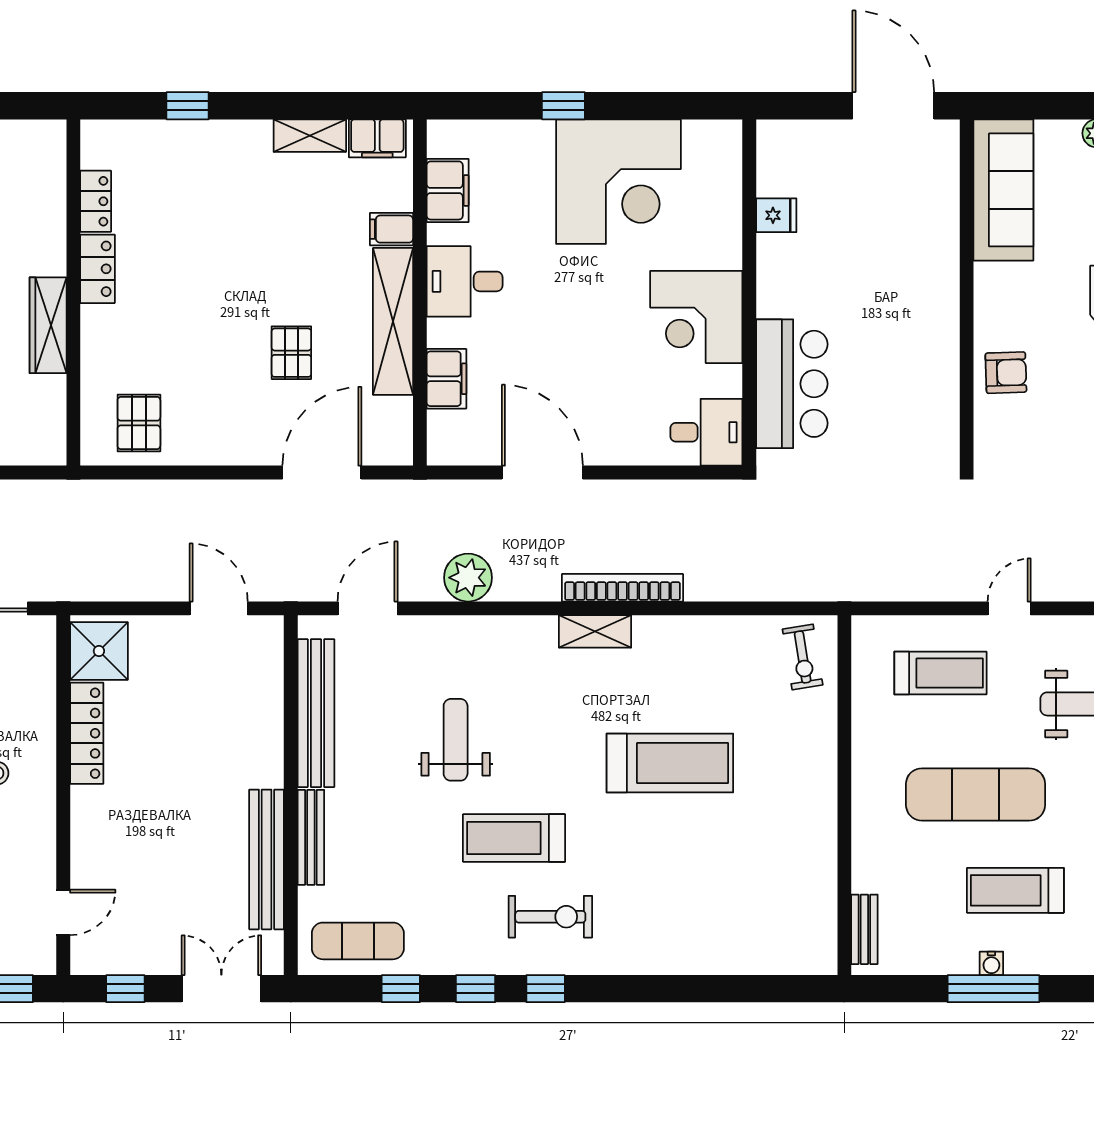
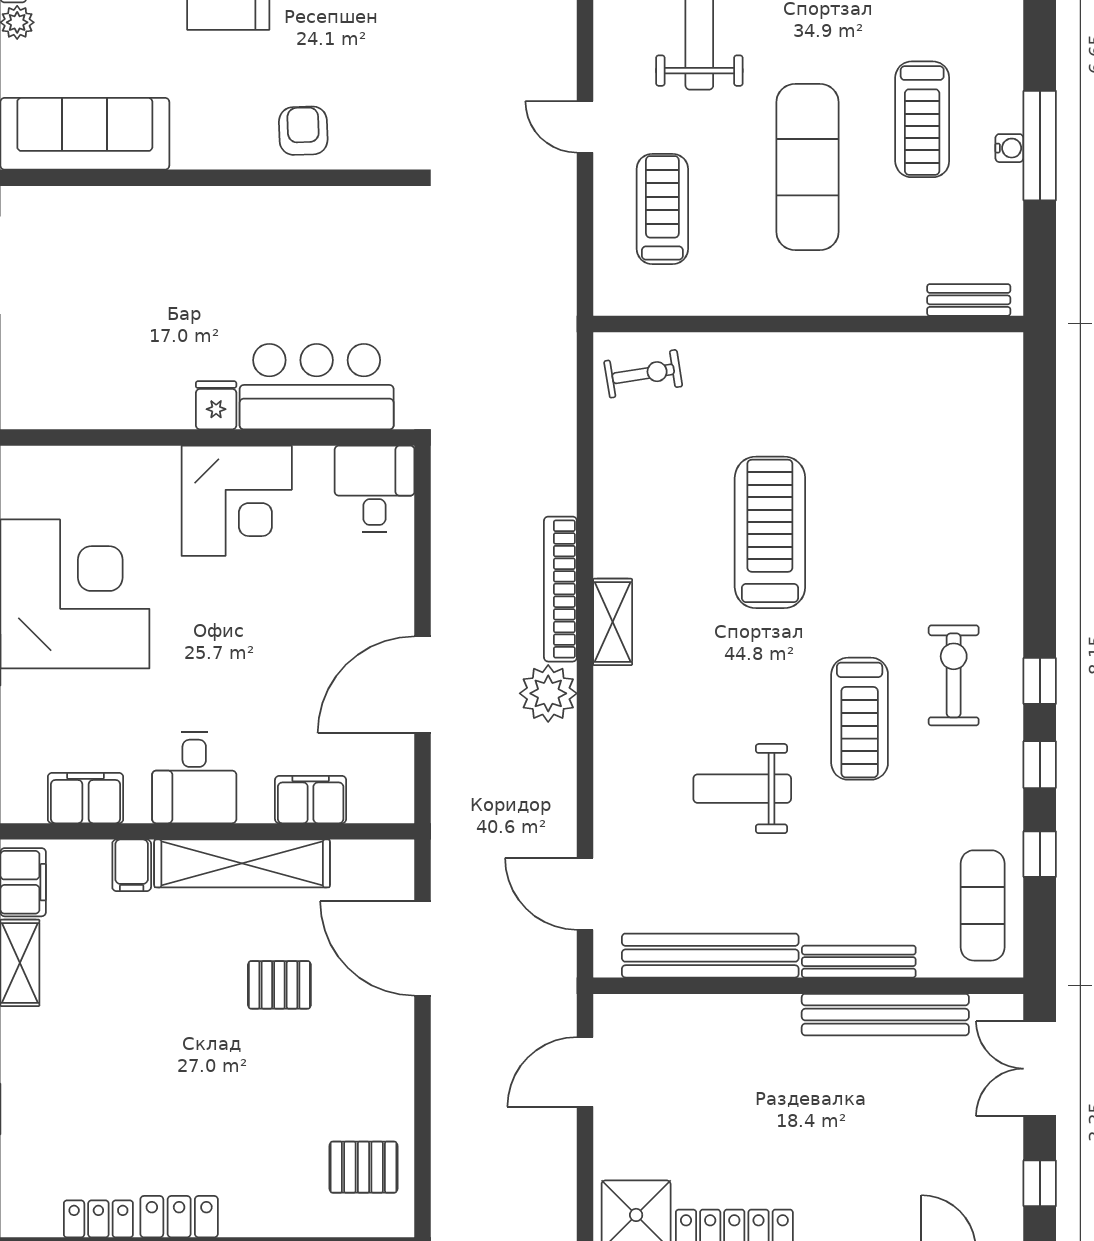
fridge: (776, 215) -> (216, 405), moved
plant: (468, 578) -> (548, 693), moved

